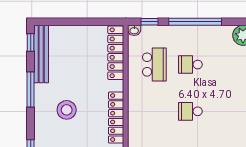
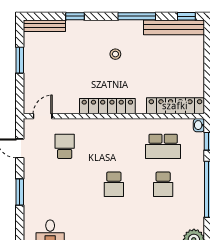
school desk: (190, 65) -> (163, 184), turned 180
stool: (67, 110) -> (115, 54), width x0.53, depth x0.53
school desk: (190, 111) -> (114, 184), turned 180

